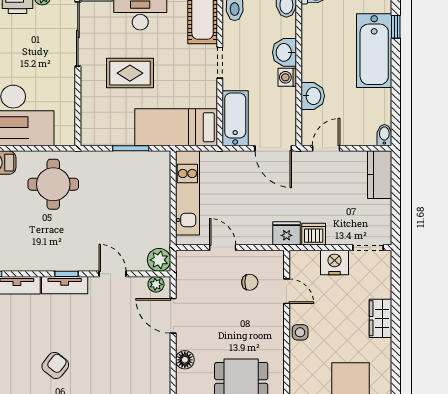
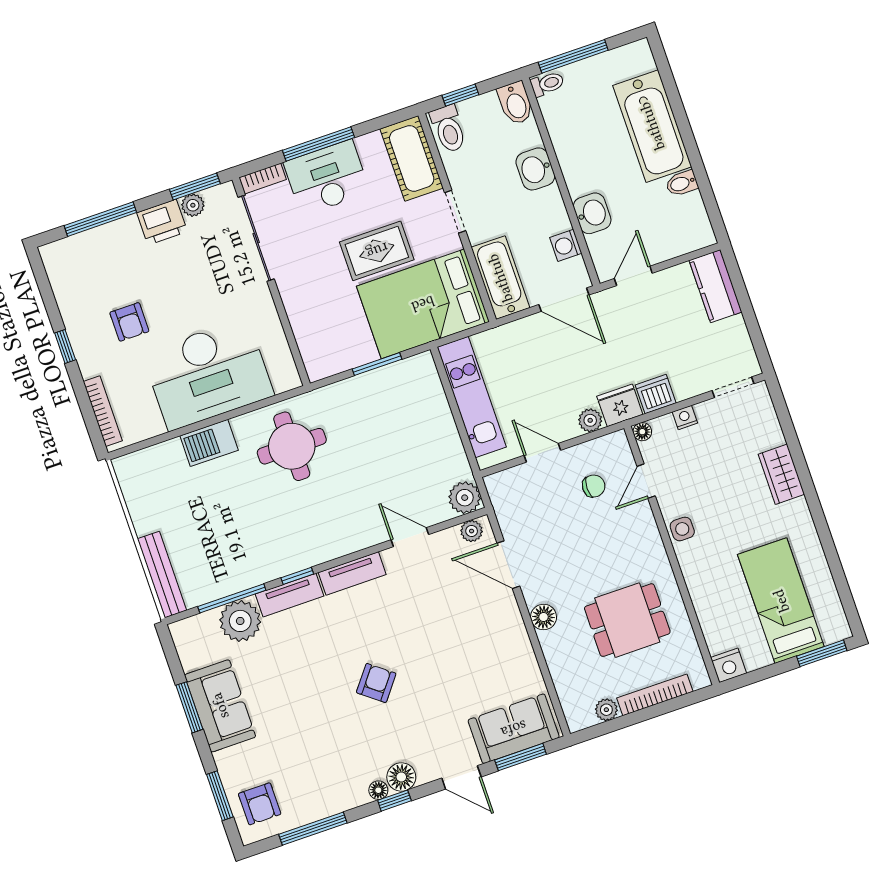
window: (396, 27) -> (670, 85), removed
rug: (130, 73) -> (377, 251), moved
washing machine: (287, 77) -> (566, 245), moved
bed: (176, 127) -> (423, 304), width x1.50
bidet: (384, 135) -> (682, 183), moved, turned -90
plant: (263, 237) -> (590, 420), added
floor lamp: (296, 257) -> (642, 432), added
nightstand: (334, 262) -> (685, 417), width x0.53, depth x0.56
window: (67, 274) -> (297, 576), moved
door: (287, 291) -> (646, 481), swing flipped

